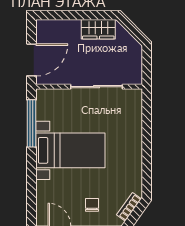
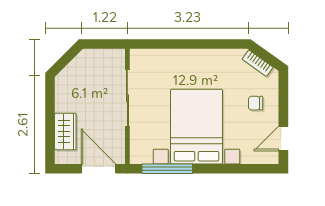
wardrobe: (98, 29) -> (65, 131), moved
bed with nightstands: (70, 150) -> (197, 127), width x1.36

